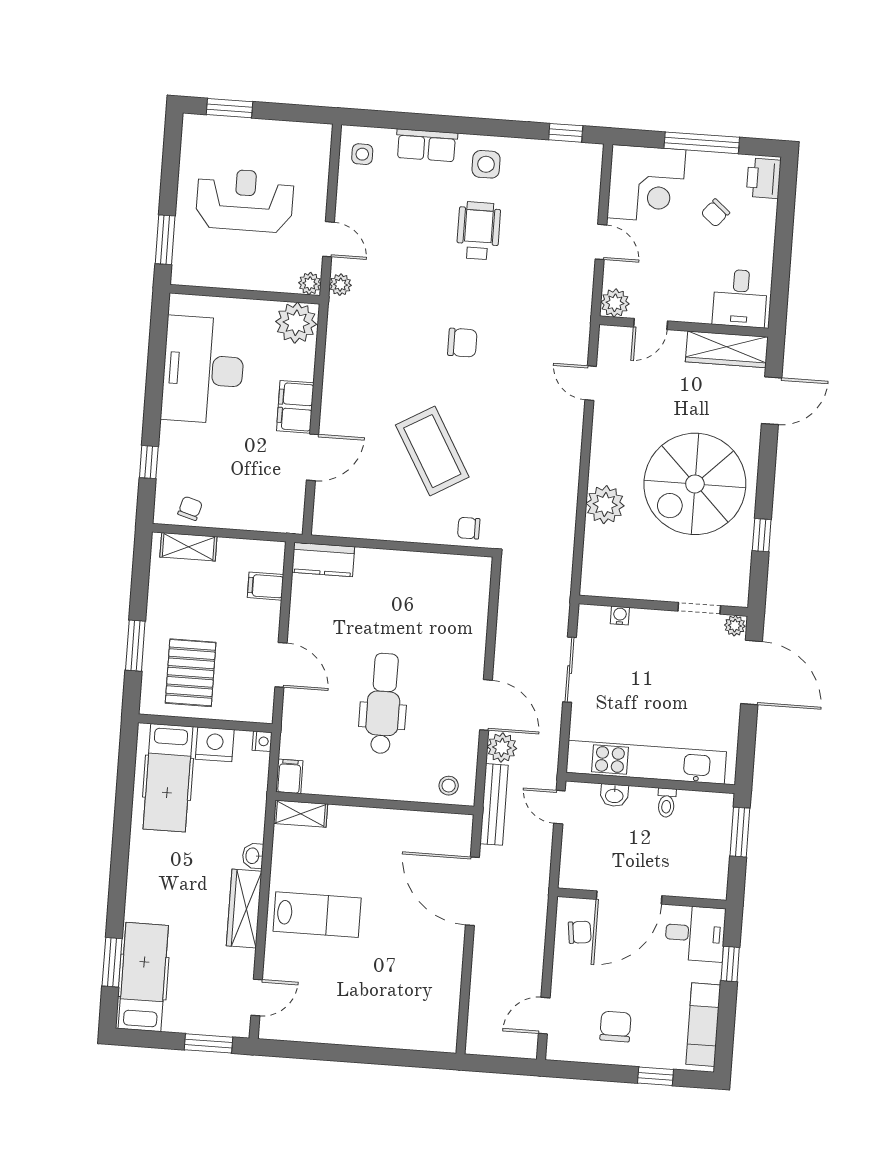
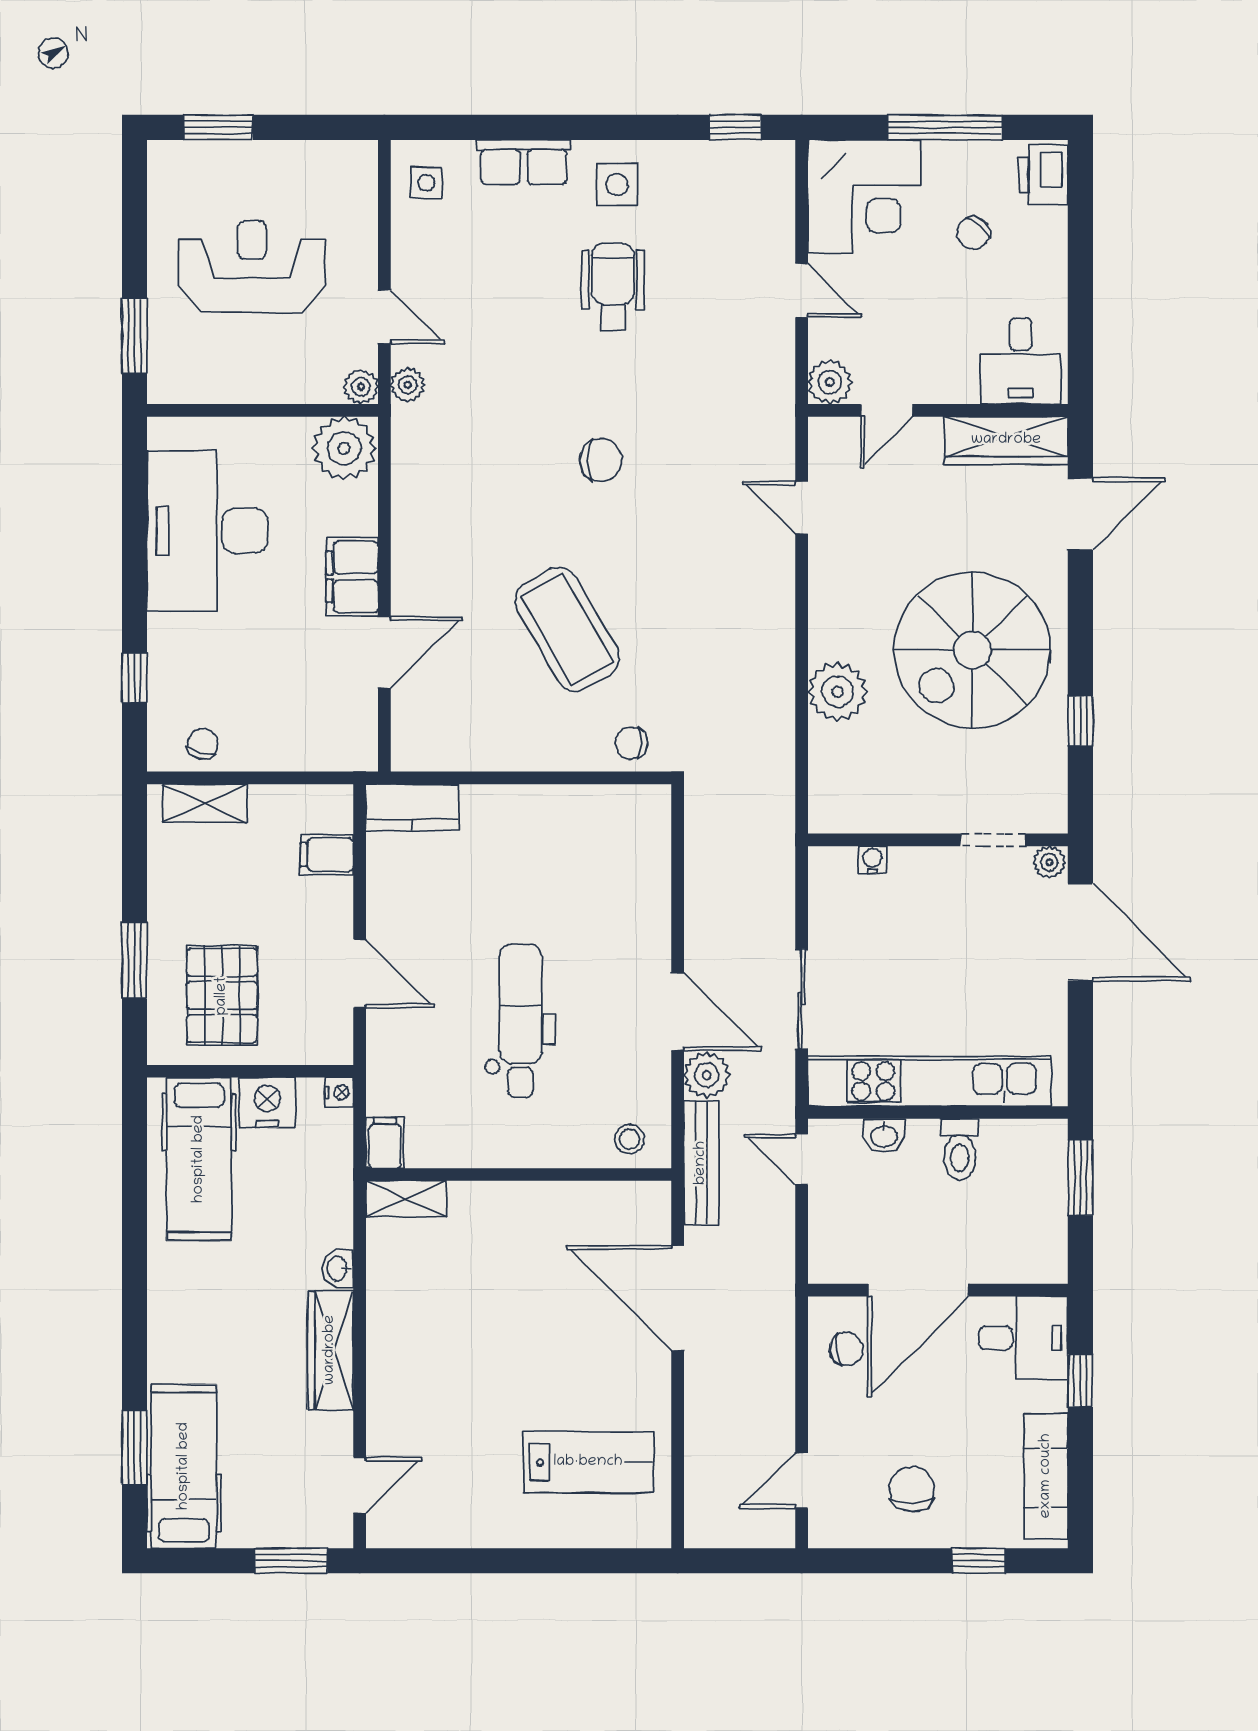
sliding door: (570, 670) -> (802, 999), moved
toilet: (666, 803) -> (960, 1149), width x1.37, depth x1.39
lab bench: (317, 915) -> (588, 1462), moved

